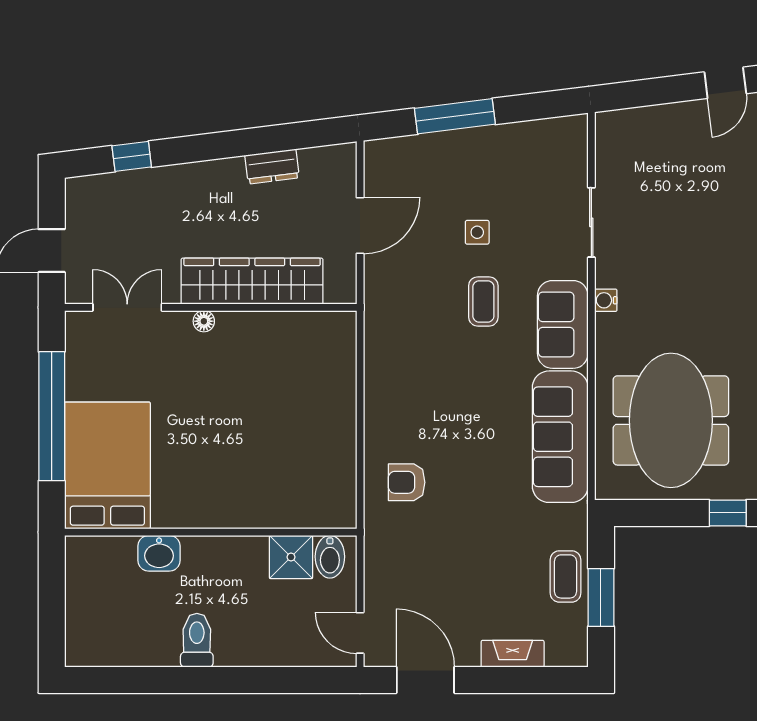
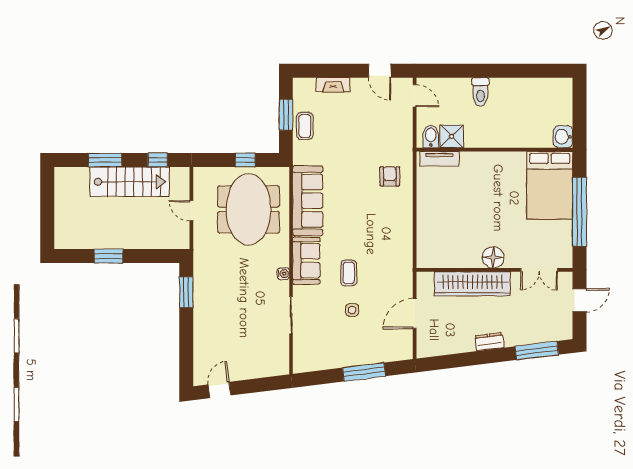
window: (132, 156) -> (537, 351), width x2.17
dresser: (272, 167) -> (489, 342), moved
floor lamp: (204, 321) -> (493, 257), width x1.89, depth x1.89
armchair: (407, 482) -> (390, 176), turned -90
window: (728, 513) -> (245, 160), moved
tv unit: (314, 515) -> (440, 159), added
washbasin: (159, 553) -> (563, 137), moved, turned -90
toilet: (197, 640) -> (480, 92), moved
door: (425, 680) -> (380, 71), width x0.73

